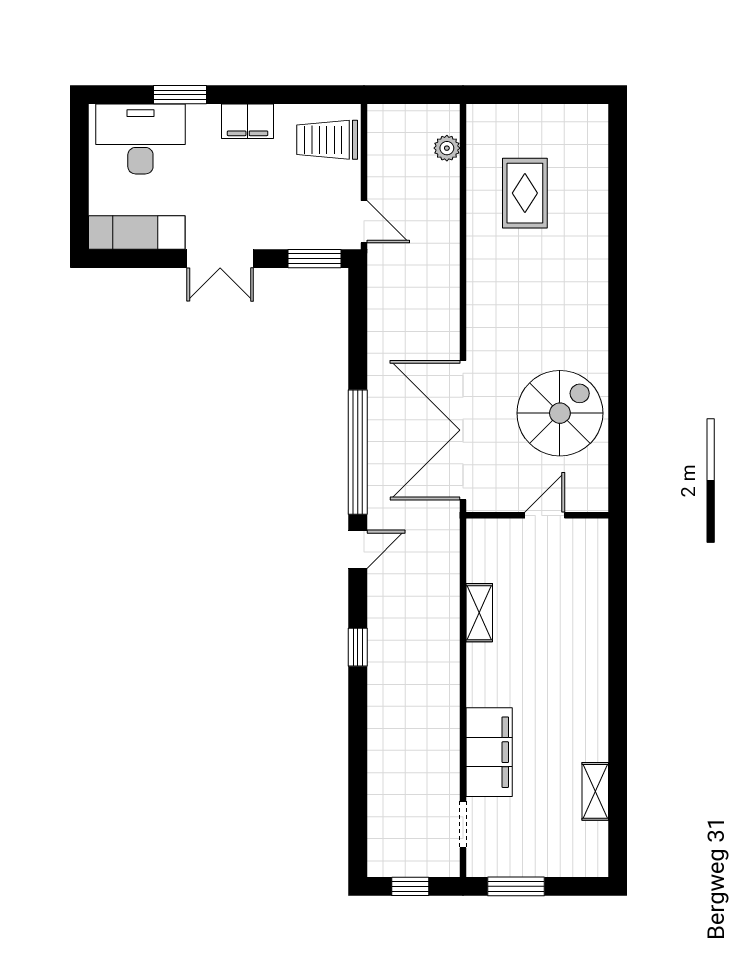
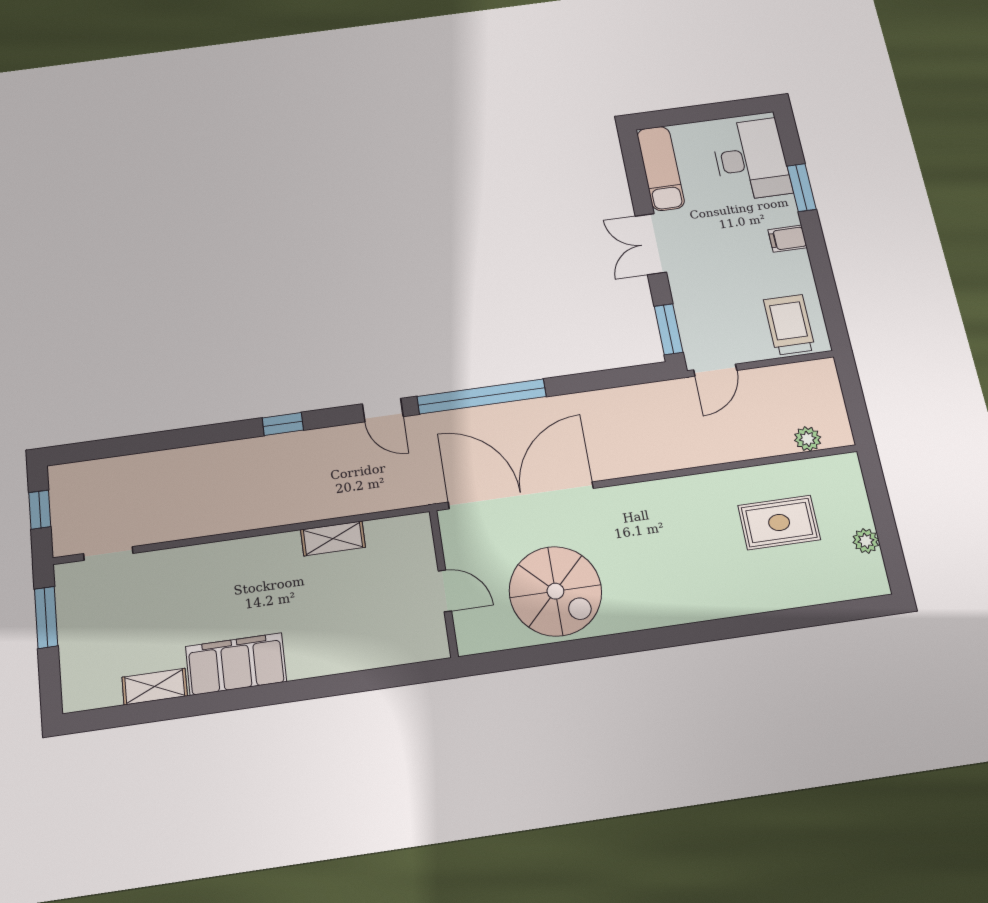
plant: (554, 116) -> (866, 541), added
filing cabinet: (248, 121) -> (788, 239), width x0.50
filing cabinet: (489, 752) -> (236, 664), moved, turned 180

